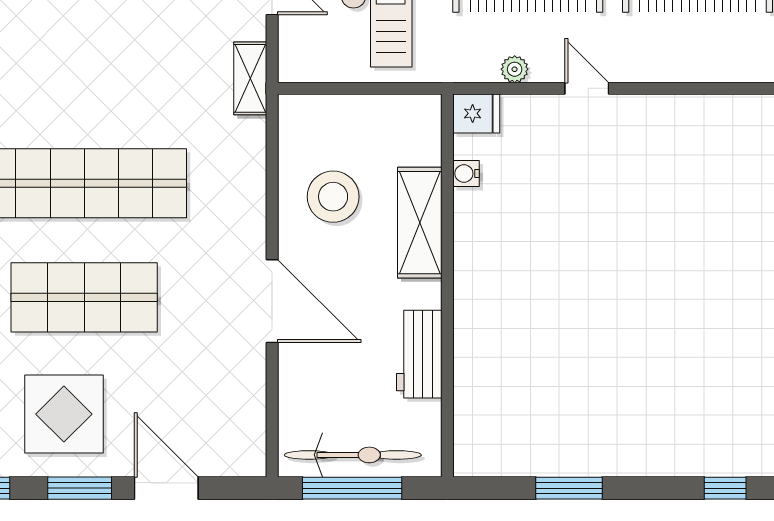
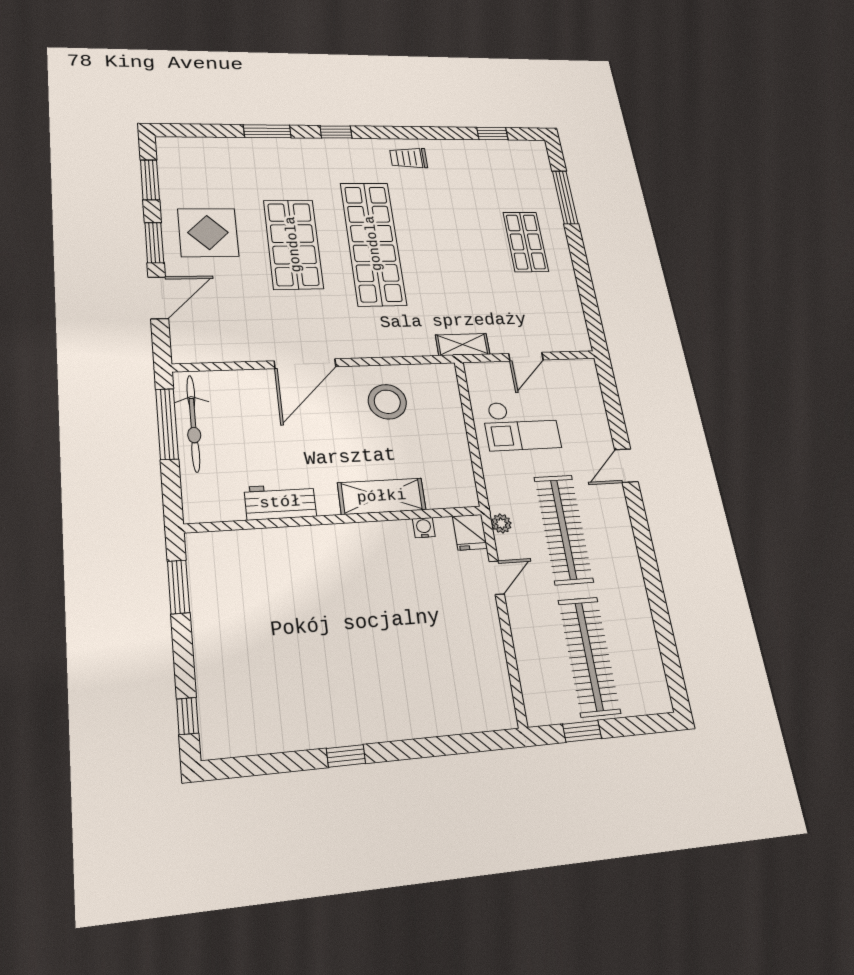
fridge: (476, 113) -> (470, 532), moved
water cooler: (466, 174) -> (424, 528), moved
shelving: (420, 223) -> (382, 496), moved
wall: (447, 286) -> (336, 519), moved
workbench: (419, 354) -> (280, 502), moved

